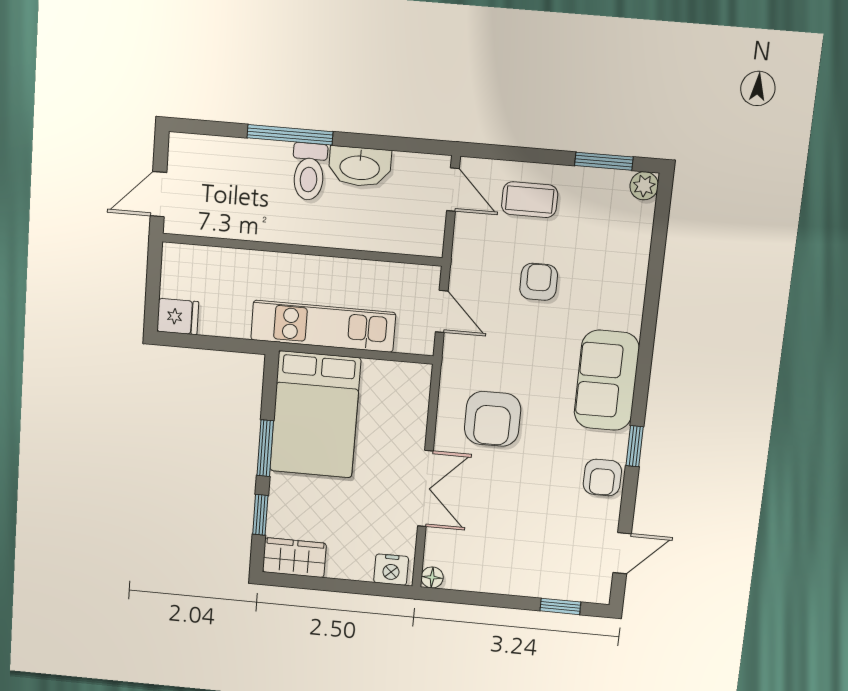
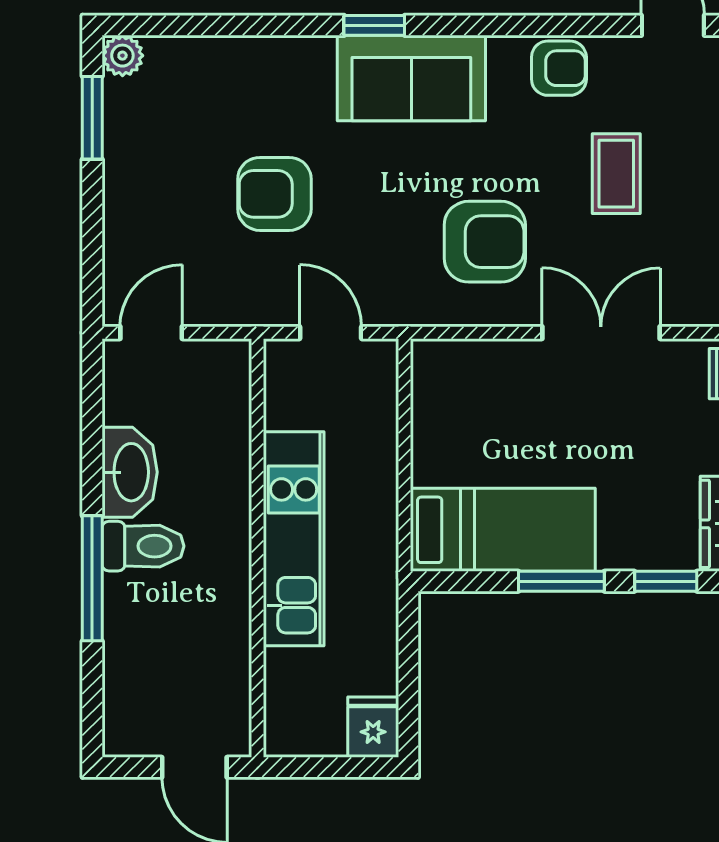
coffee table: (530, 200) -> (616, 174), moved
armchair: (539, 282) -> (274, 194), width x1.38, depth x1.38
door: (442, 311) -> (331, 333), hinge flipped
kitchen unit: (323, 326) -> (294, 539), moved, turned 180
bed: (315, 414) -> (503, 530), width x0.67
window: (635, 446) -> (374, 25), moved

